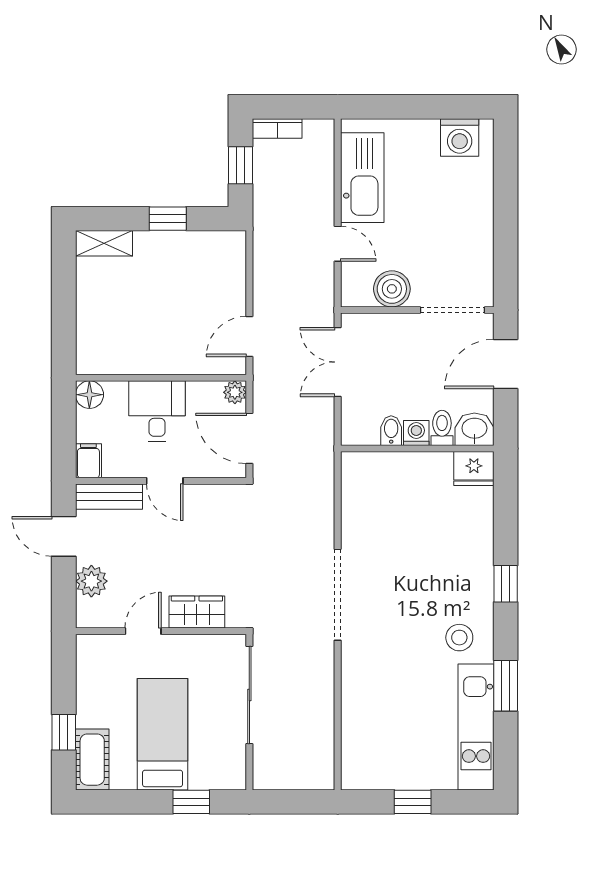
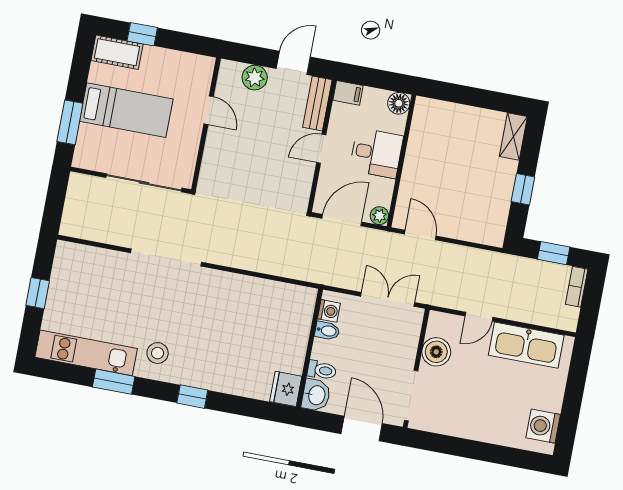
washing machine: (416, 433) -> (329, 311), moved
doorway: (338, 595) -> (166, 258), moved
wardrobe: (197, 612) -> (215, 154), removed
window: (191, 802) -> (70, 122), width x1.50

